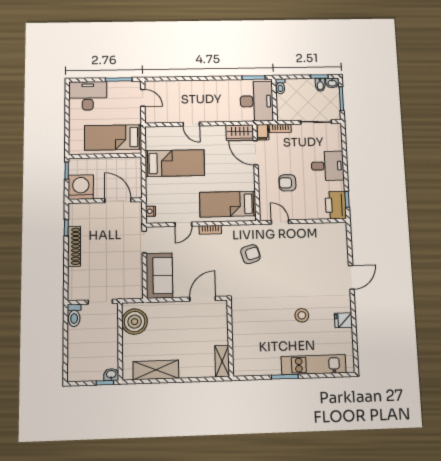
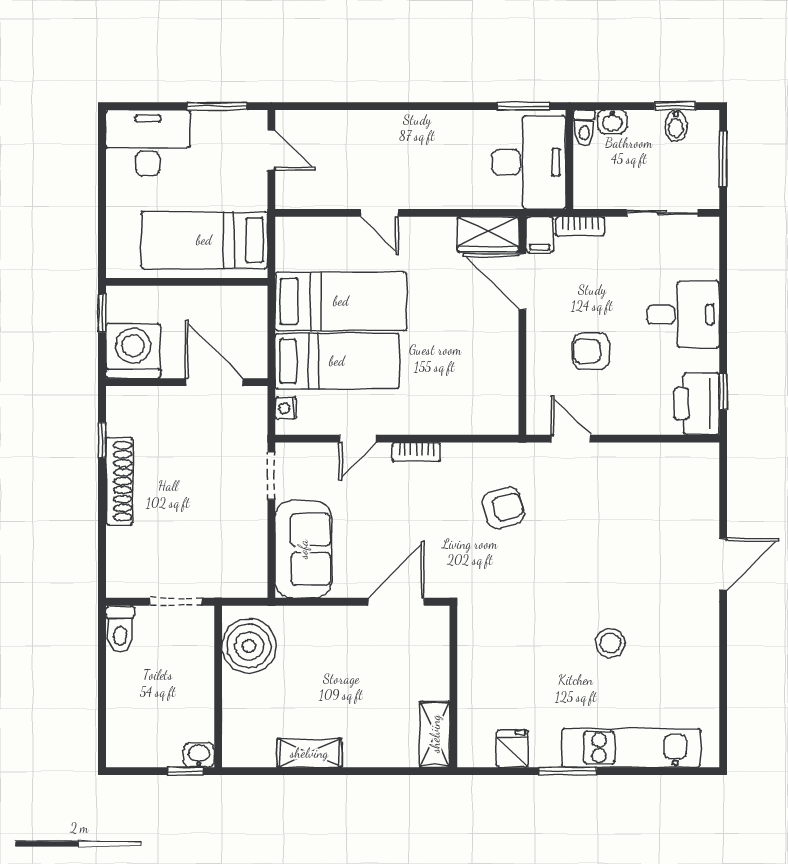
washbasin: (332, 83) -> (612, 122), moved
bed: (228, 204) -> (337, 361), moved, turned 180
fridge: (343, 320) -> (512, 749), moved, turned 90
shelving: (156, 370) -> (309, 753), width x0.67, depth x0.75

